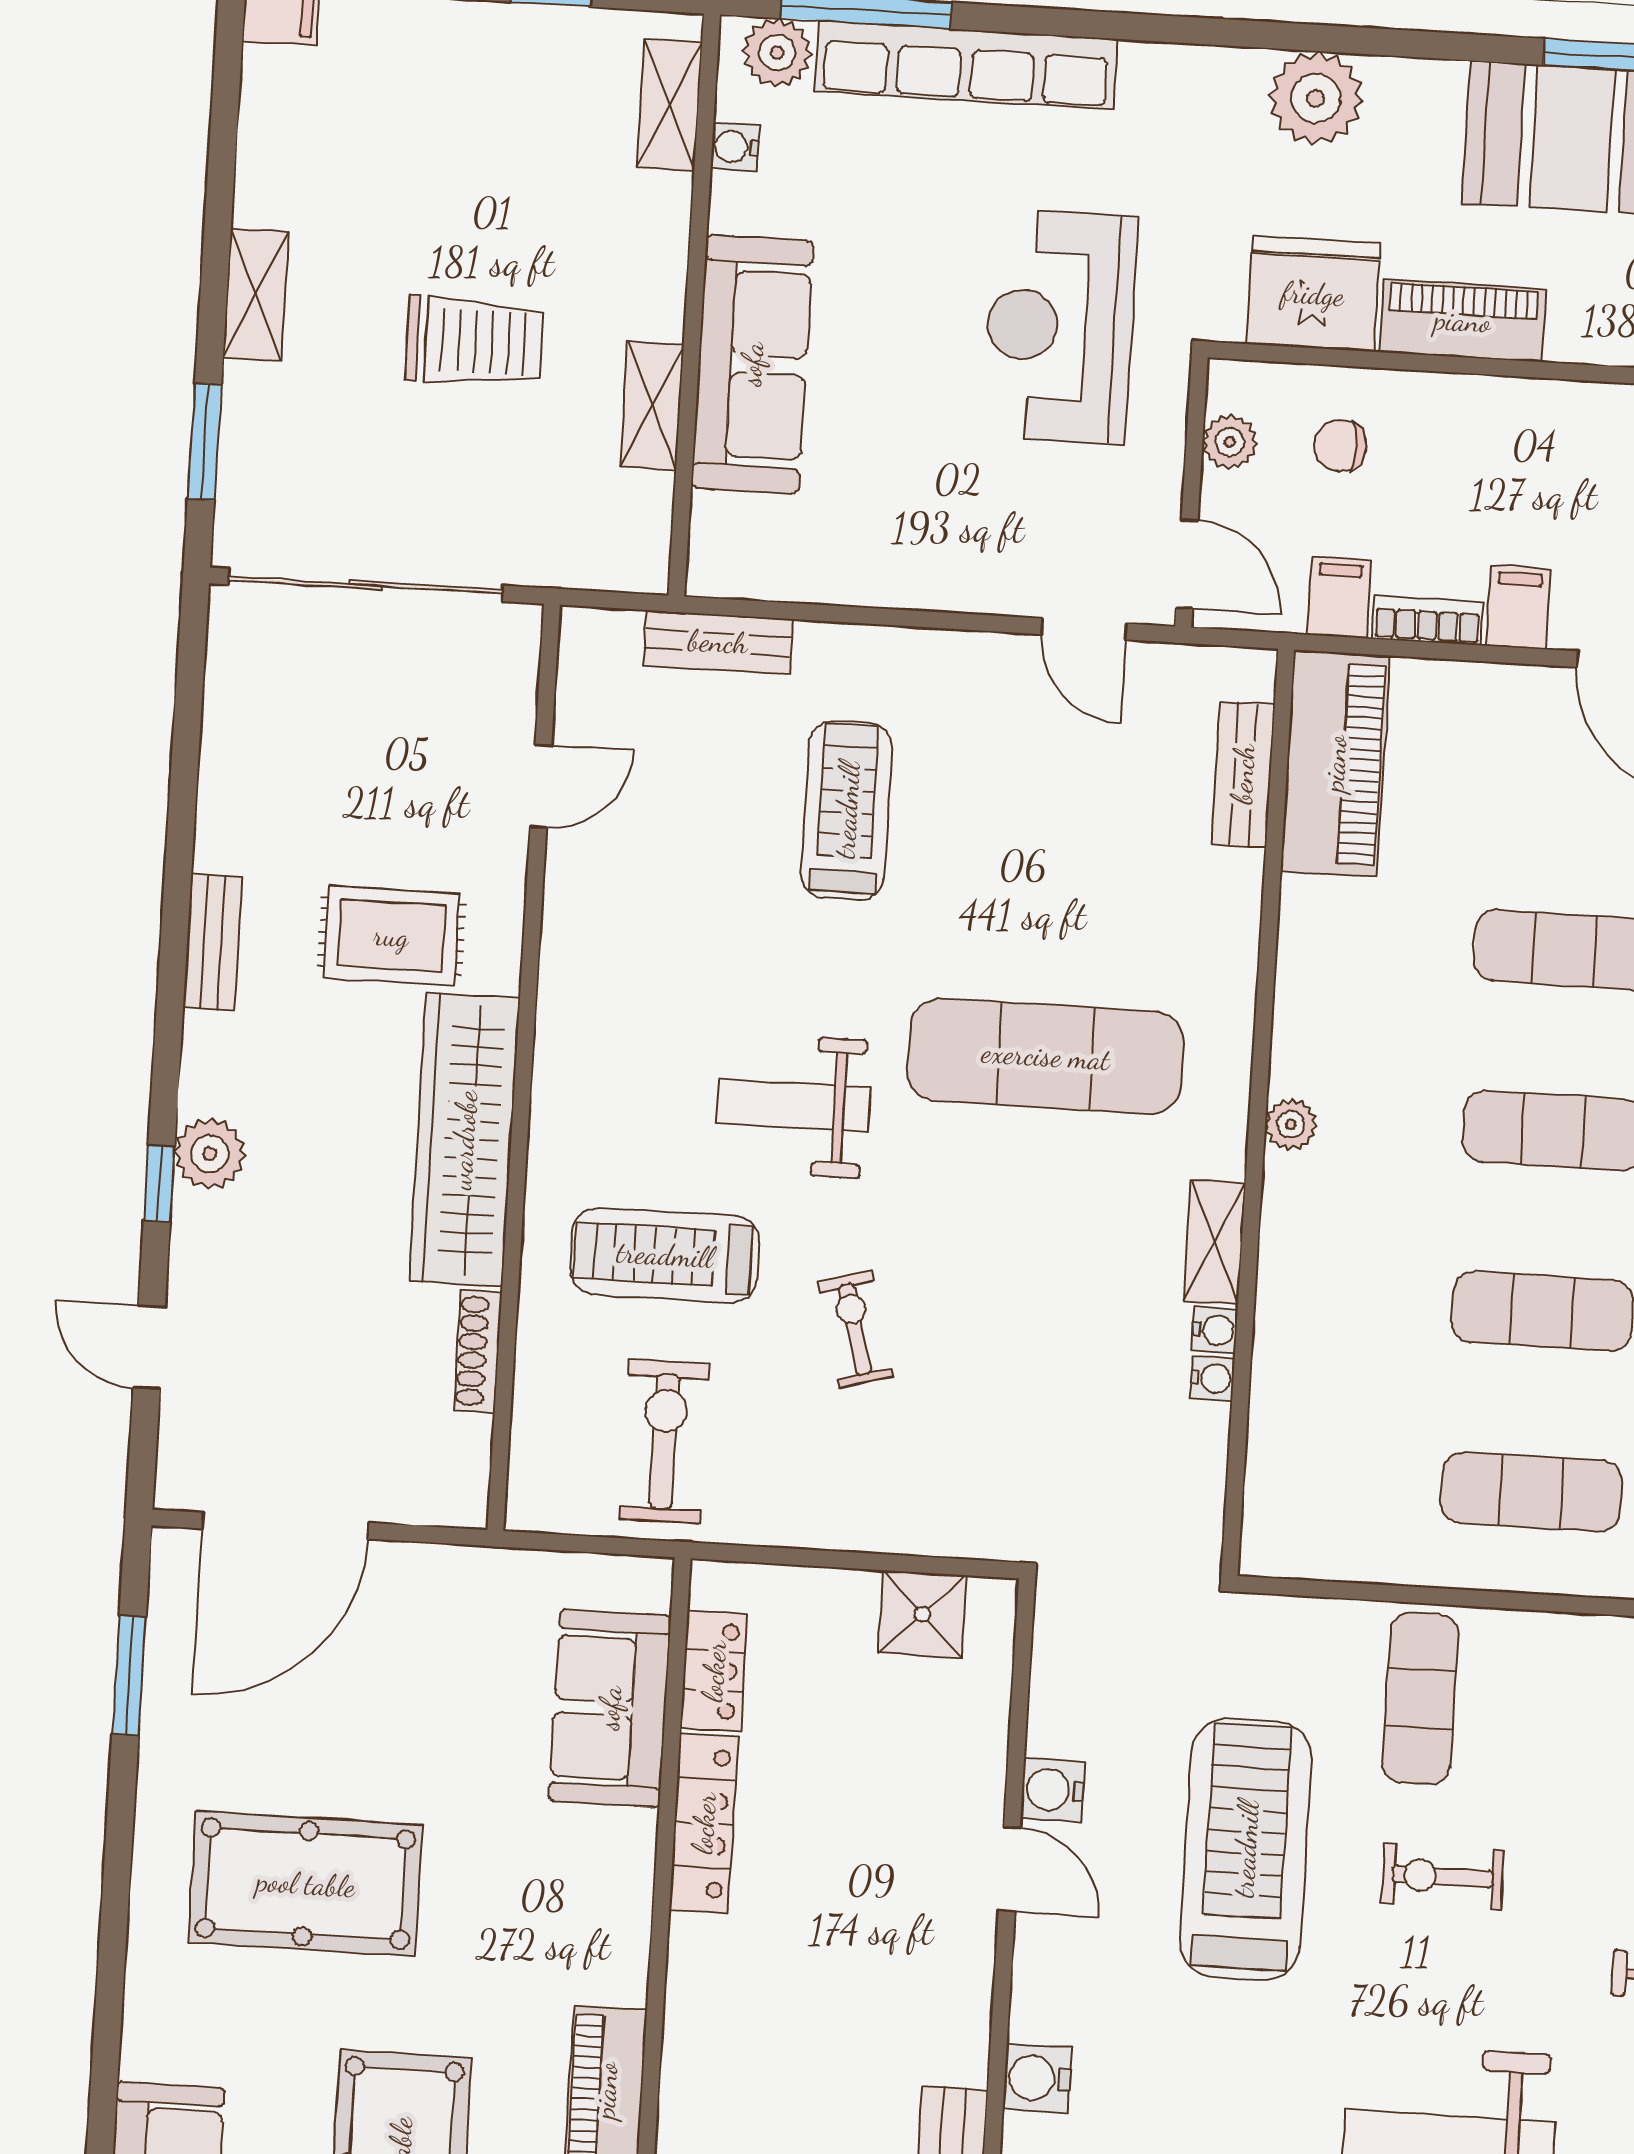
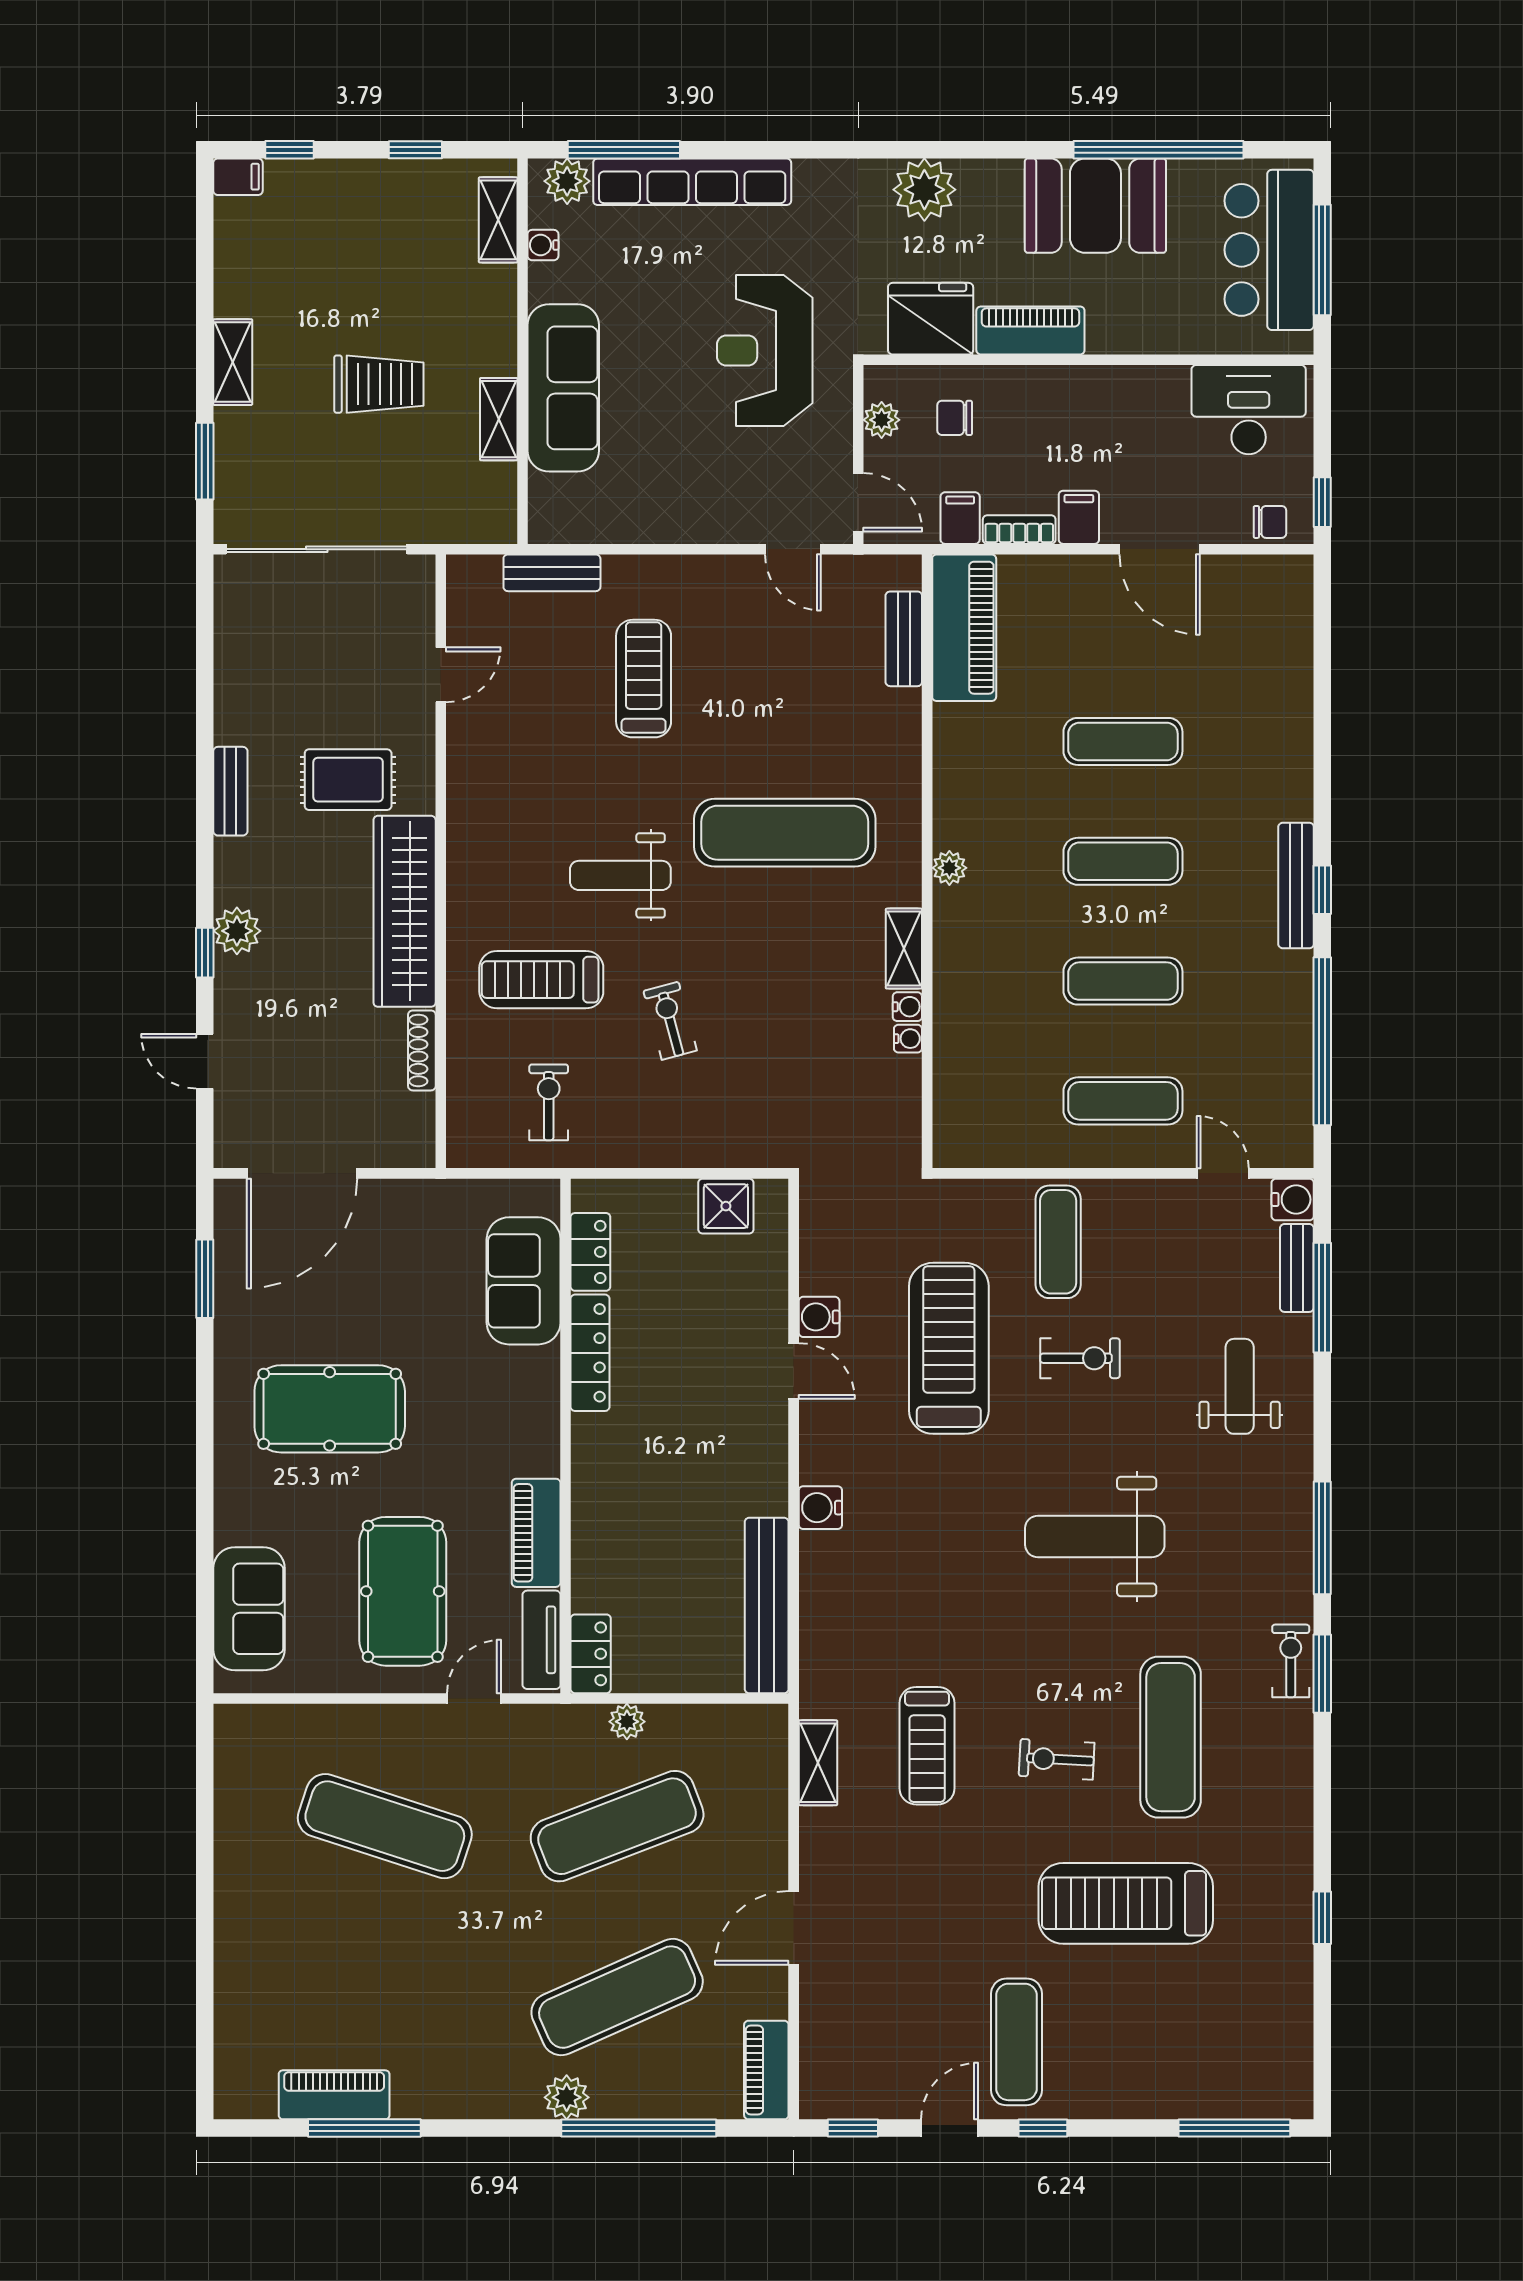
exercise bike: (664, 1441) -> (549, 1102), width x0.73, depth x0.72
exercise bike: (1443, 1876) -> (1080, 1358), turned 180

